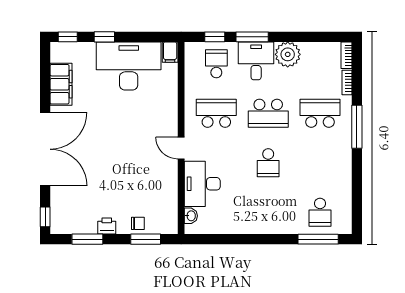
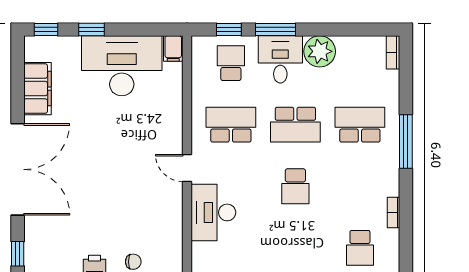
bookcase: (347, 82) -> (393, 212), moved
washbasin: (191, 216) -> (199, 252), removed

